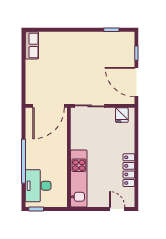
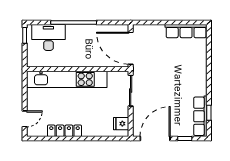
row of seats: (115, 38) -> (200, 116), added
row of seats: (32, 45) -> (186, 31), width x1.48
kitchen unit: (79, 178) -> (67, 79), width x1.36

